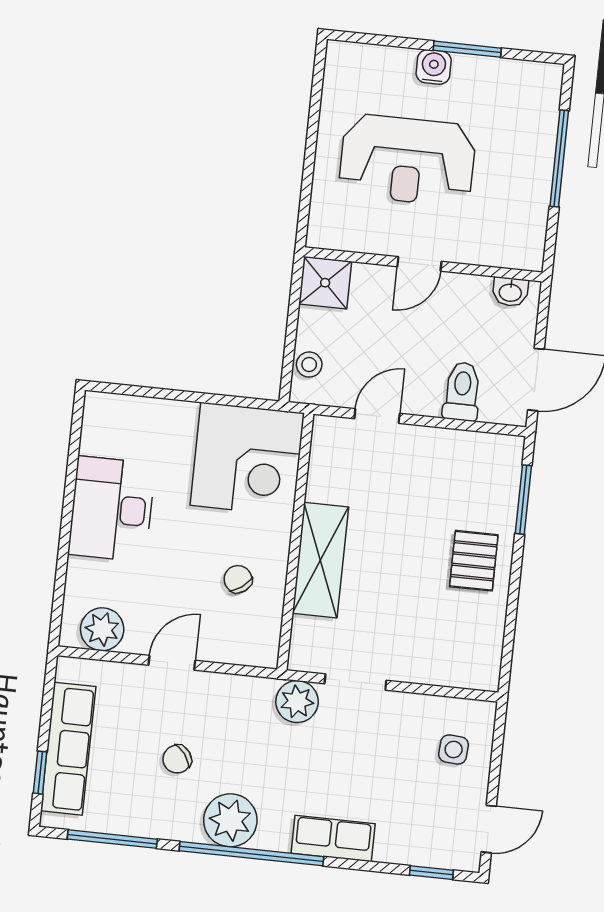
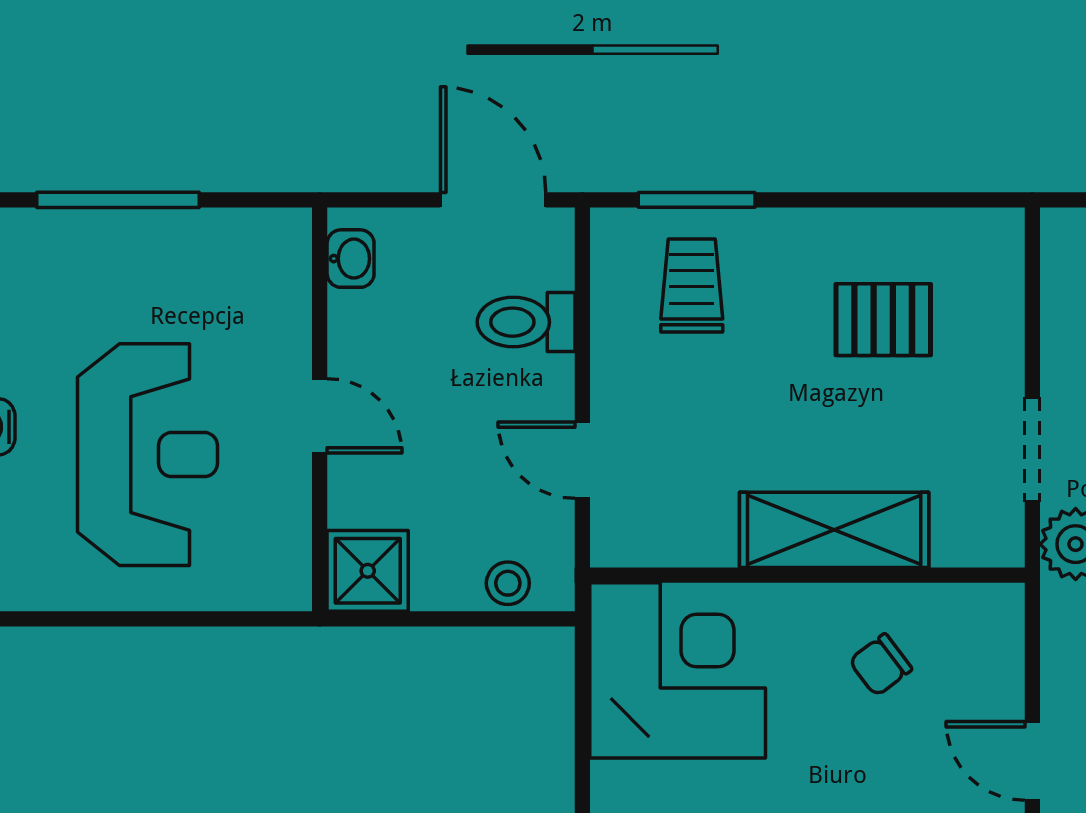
trolley: (473, 491) -> (692, 286), added
pallet: (474, 561) -> (883, 320), moved

